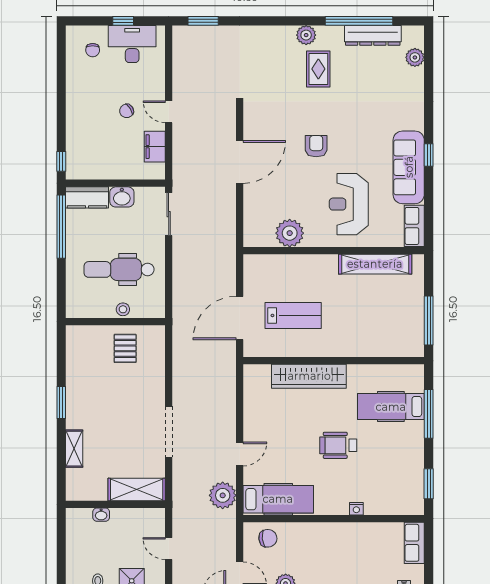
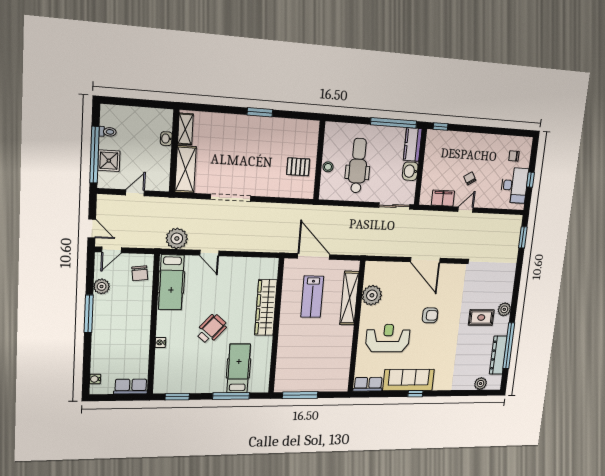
shelving: (375, 264) -> (349, 298), moved
wheelchair: (338, 445) -> (211, 329), turned 41
shelving: (74, 449) -> (185, 129), moved, turned 90

